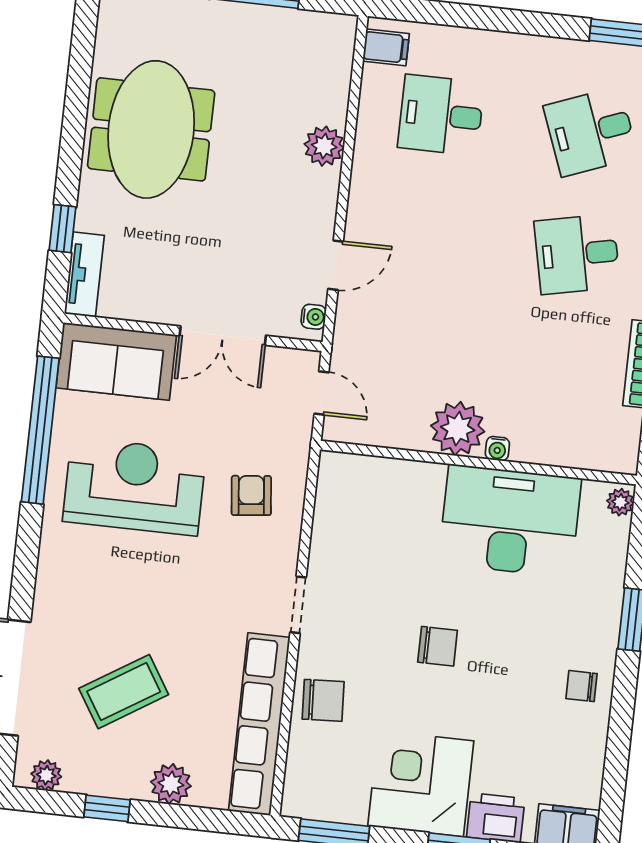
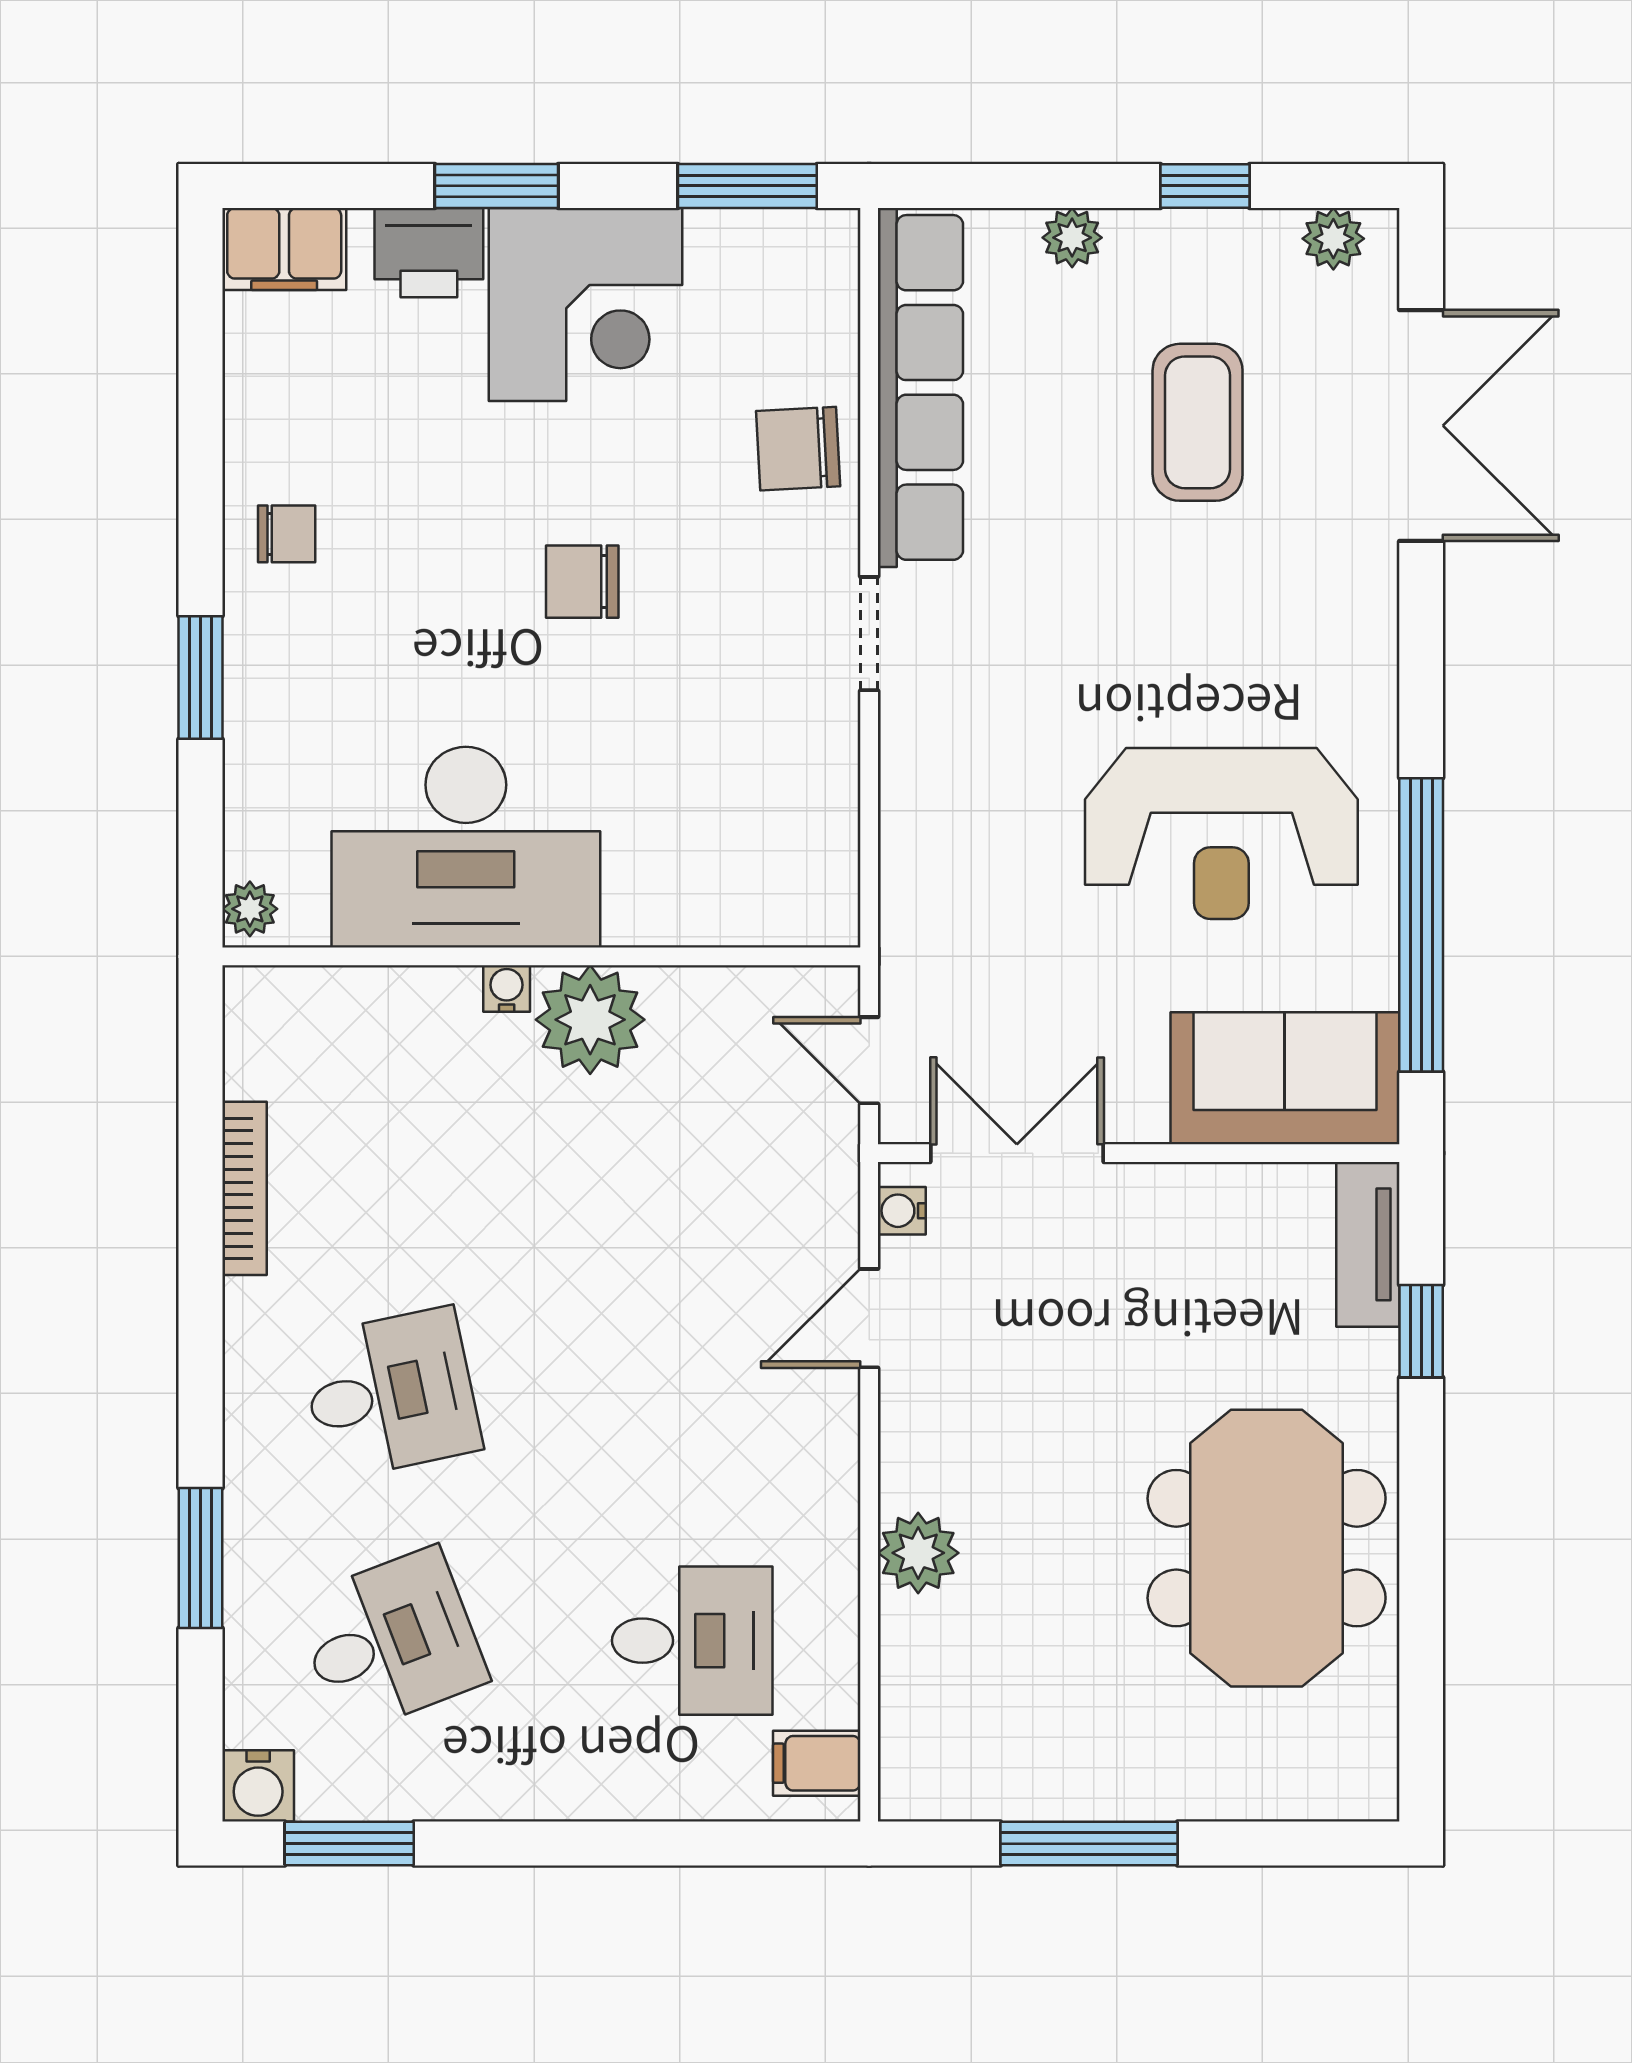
double door: (223, 336) -> (1017, 1153), moved
armchair: (251, 495) -> (986, 841), removed
coffee table: (124, 692) -> (1198, 422), turned -58
plant: (171, 784) -> (1072, 238), width x0.73, depth x0.73

